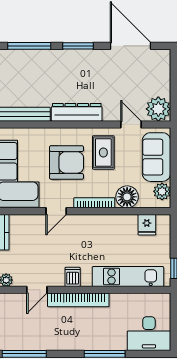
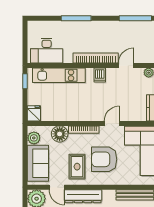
dresser: (77, 112) -> (83, 196), moved
fridge: (147, 225) -> (34, 113), moved
desk: (149, 334) -> (47, 51), moved, turned 180

